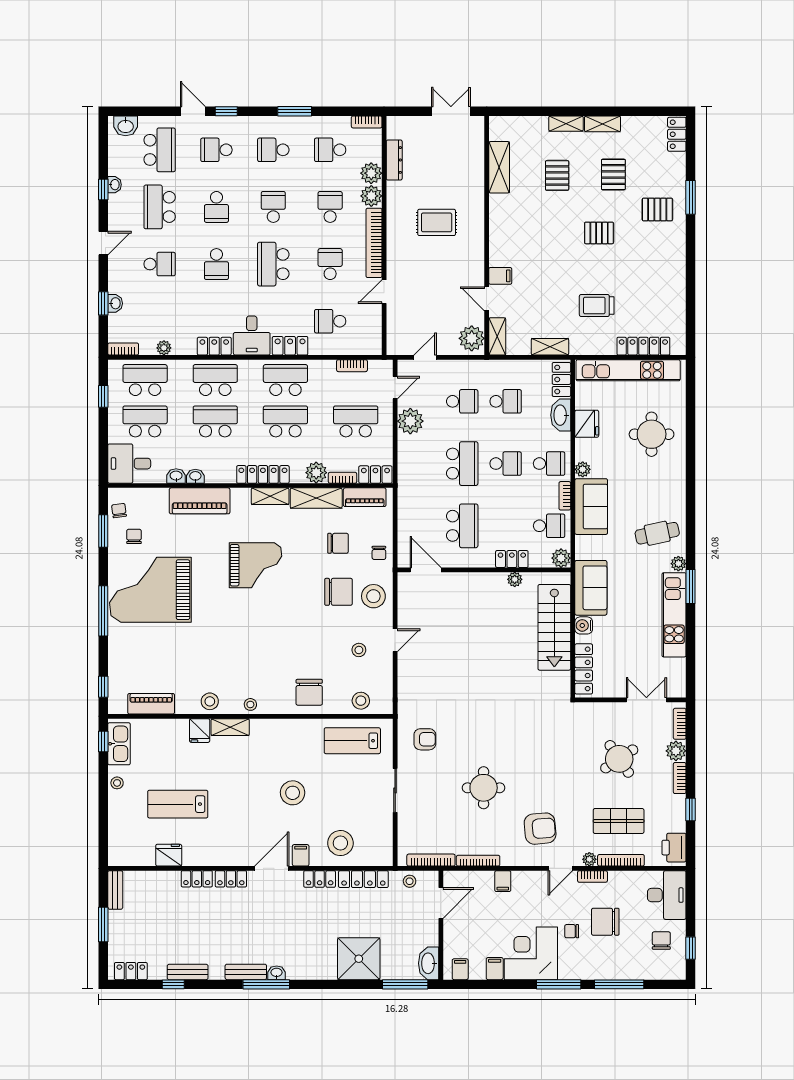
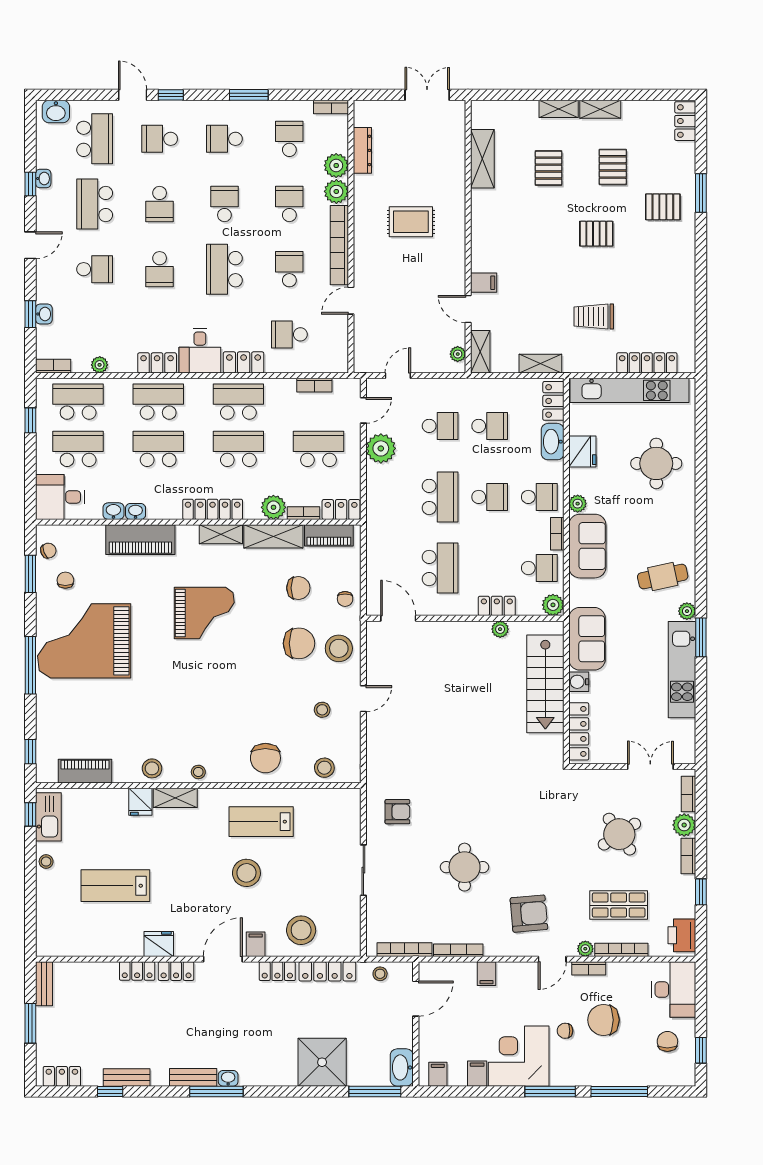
school desk: (330, 150) -> (289, 139), turned 90
plant: (472, 338) -> (458, 354), width x0.53, depth x0.53
chair: (119, 511) -> (48, 551), turned 77
lab bench: (352, 741) -> (261, 822), moved
fridge: (169, 855) -> (159, 944), moved

